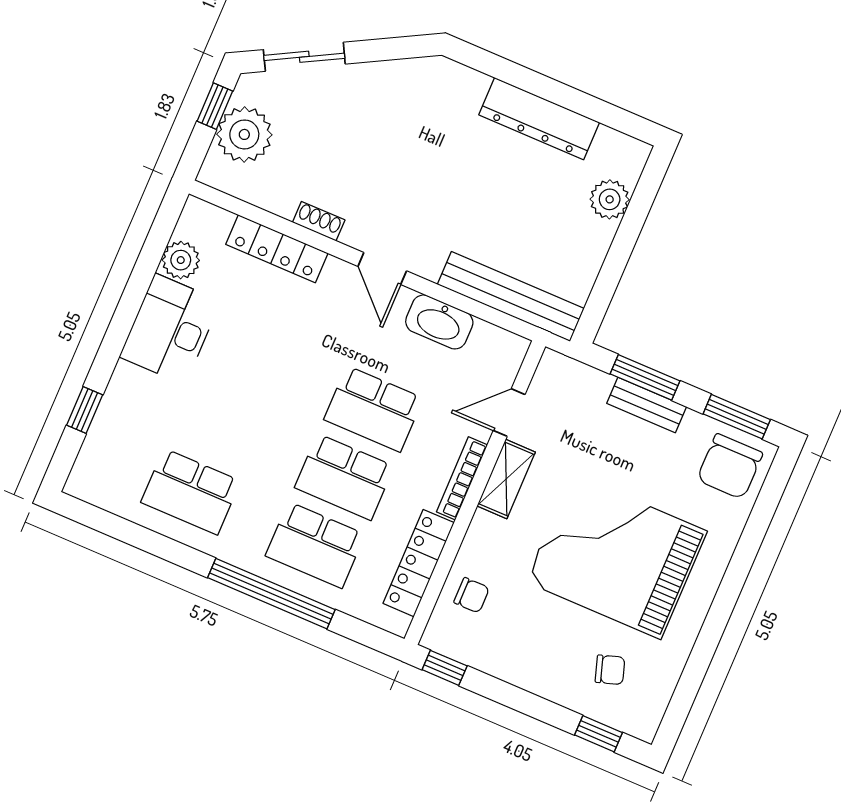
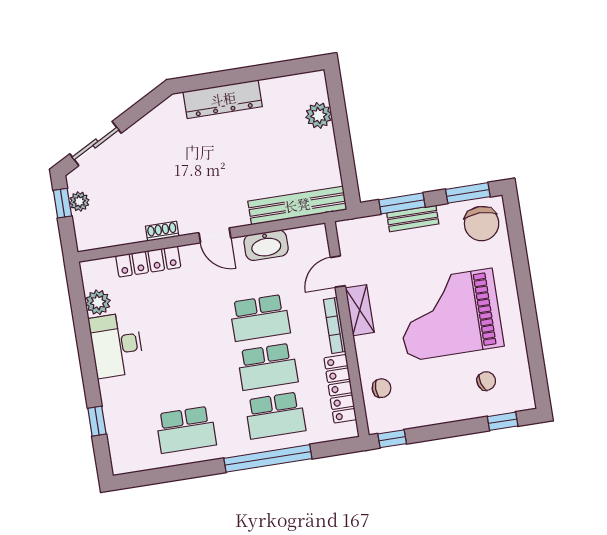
dresser: (539, 119) -> (223, 99), moved
plant: (244, 134) -> (79, 201), width x0.53, depth x0.53

